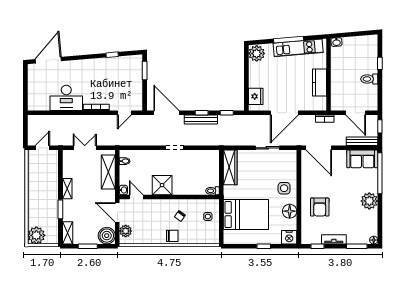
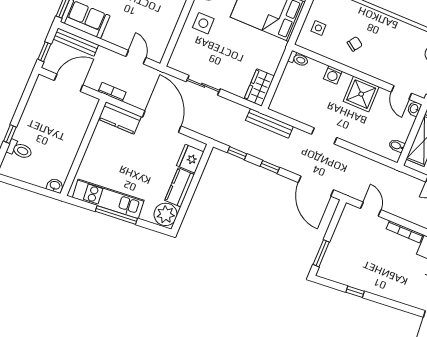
kitchen counter: (255, 75) -> (180, 187), added
toilet: (369, 79) -> (20, 150), moved
kitchen counter: (319, 83) -> (120, 118), moved, turned 90
door: (124, 113) -> (371, 209), hinge flipped
door: (284, 113) -> (162, 122), hinge flipped
door: (356, 113) -> (69, 83), hinge flipped
bench: (201, 120) -> (269, 123), moved
door: (319, 148) -> (136, 57), width x0.53
wardrobe: (230, 167) -> (259, 87), width x0.67
washing machine: (186, 190) -> (333, 75), added
chair: (172, 236) -> (376, 22), removed

